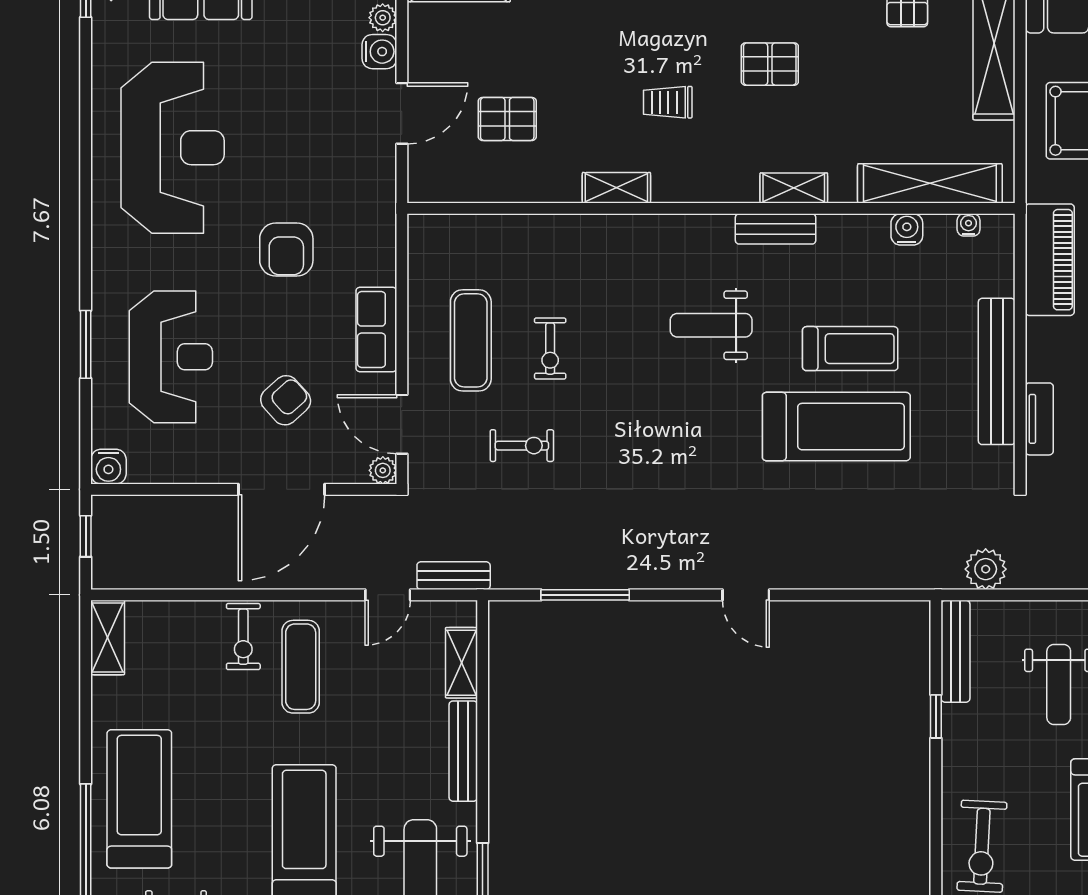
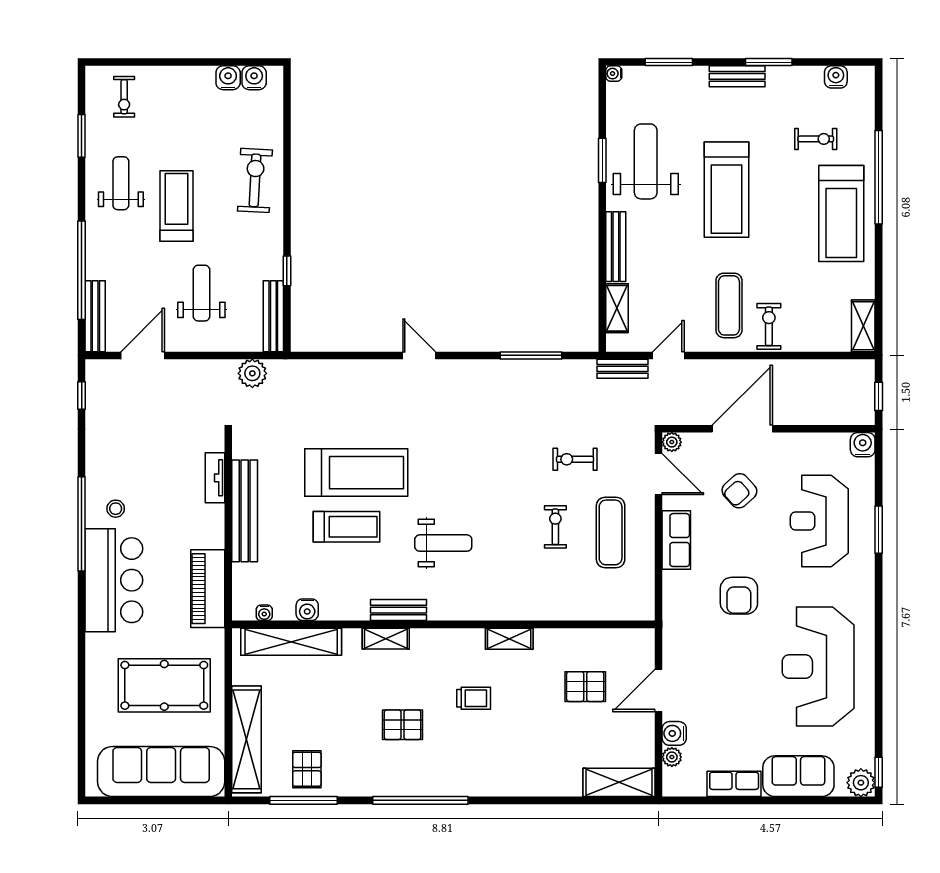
armchair: (286, 250) -> (739, 596), turned 180
treadmill: (850, 349) -> (347, 527), turned 180
treadmill: (836, 427) -> (356, 473), turned 180

